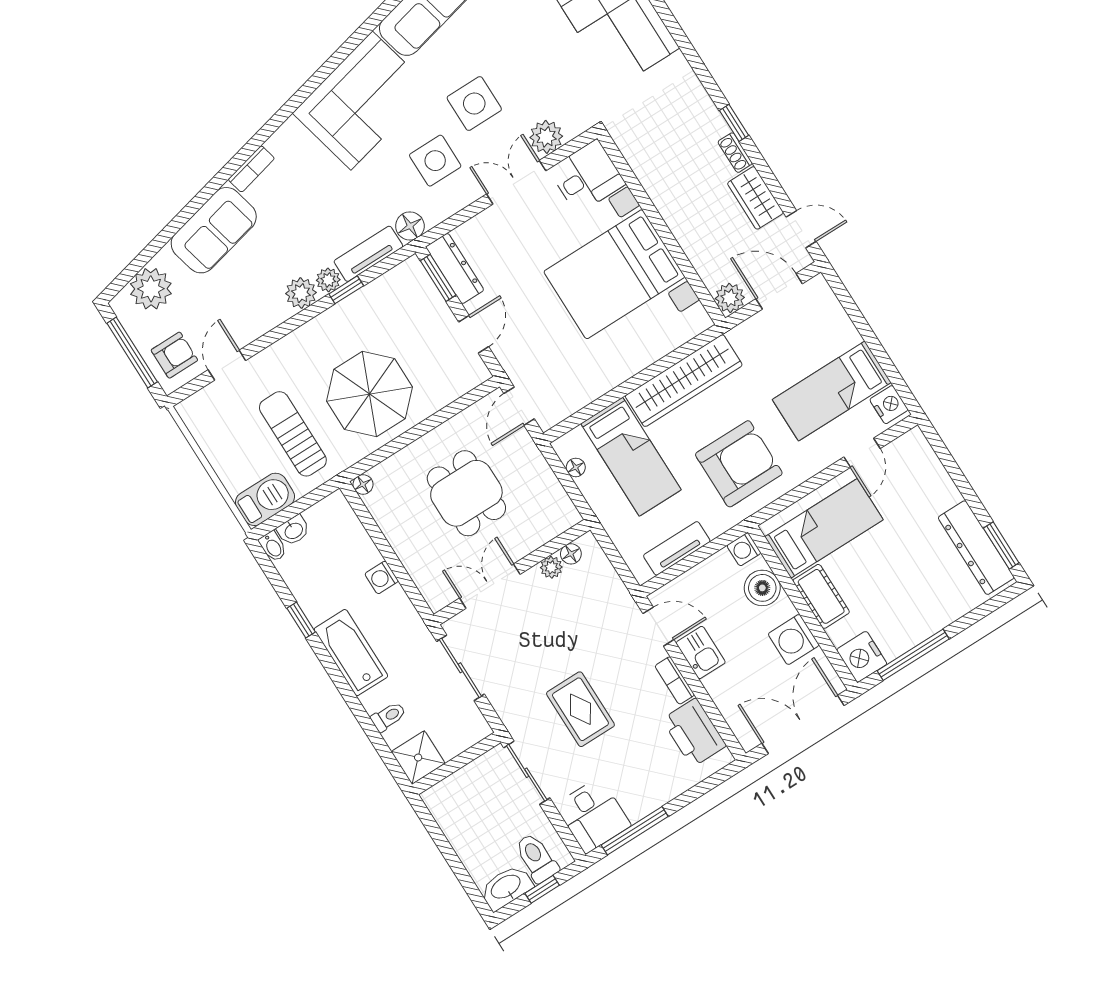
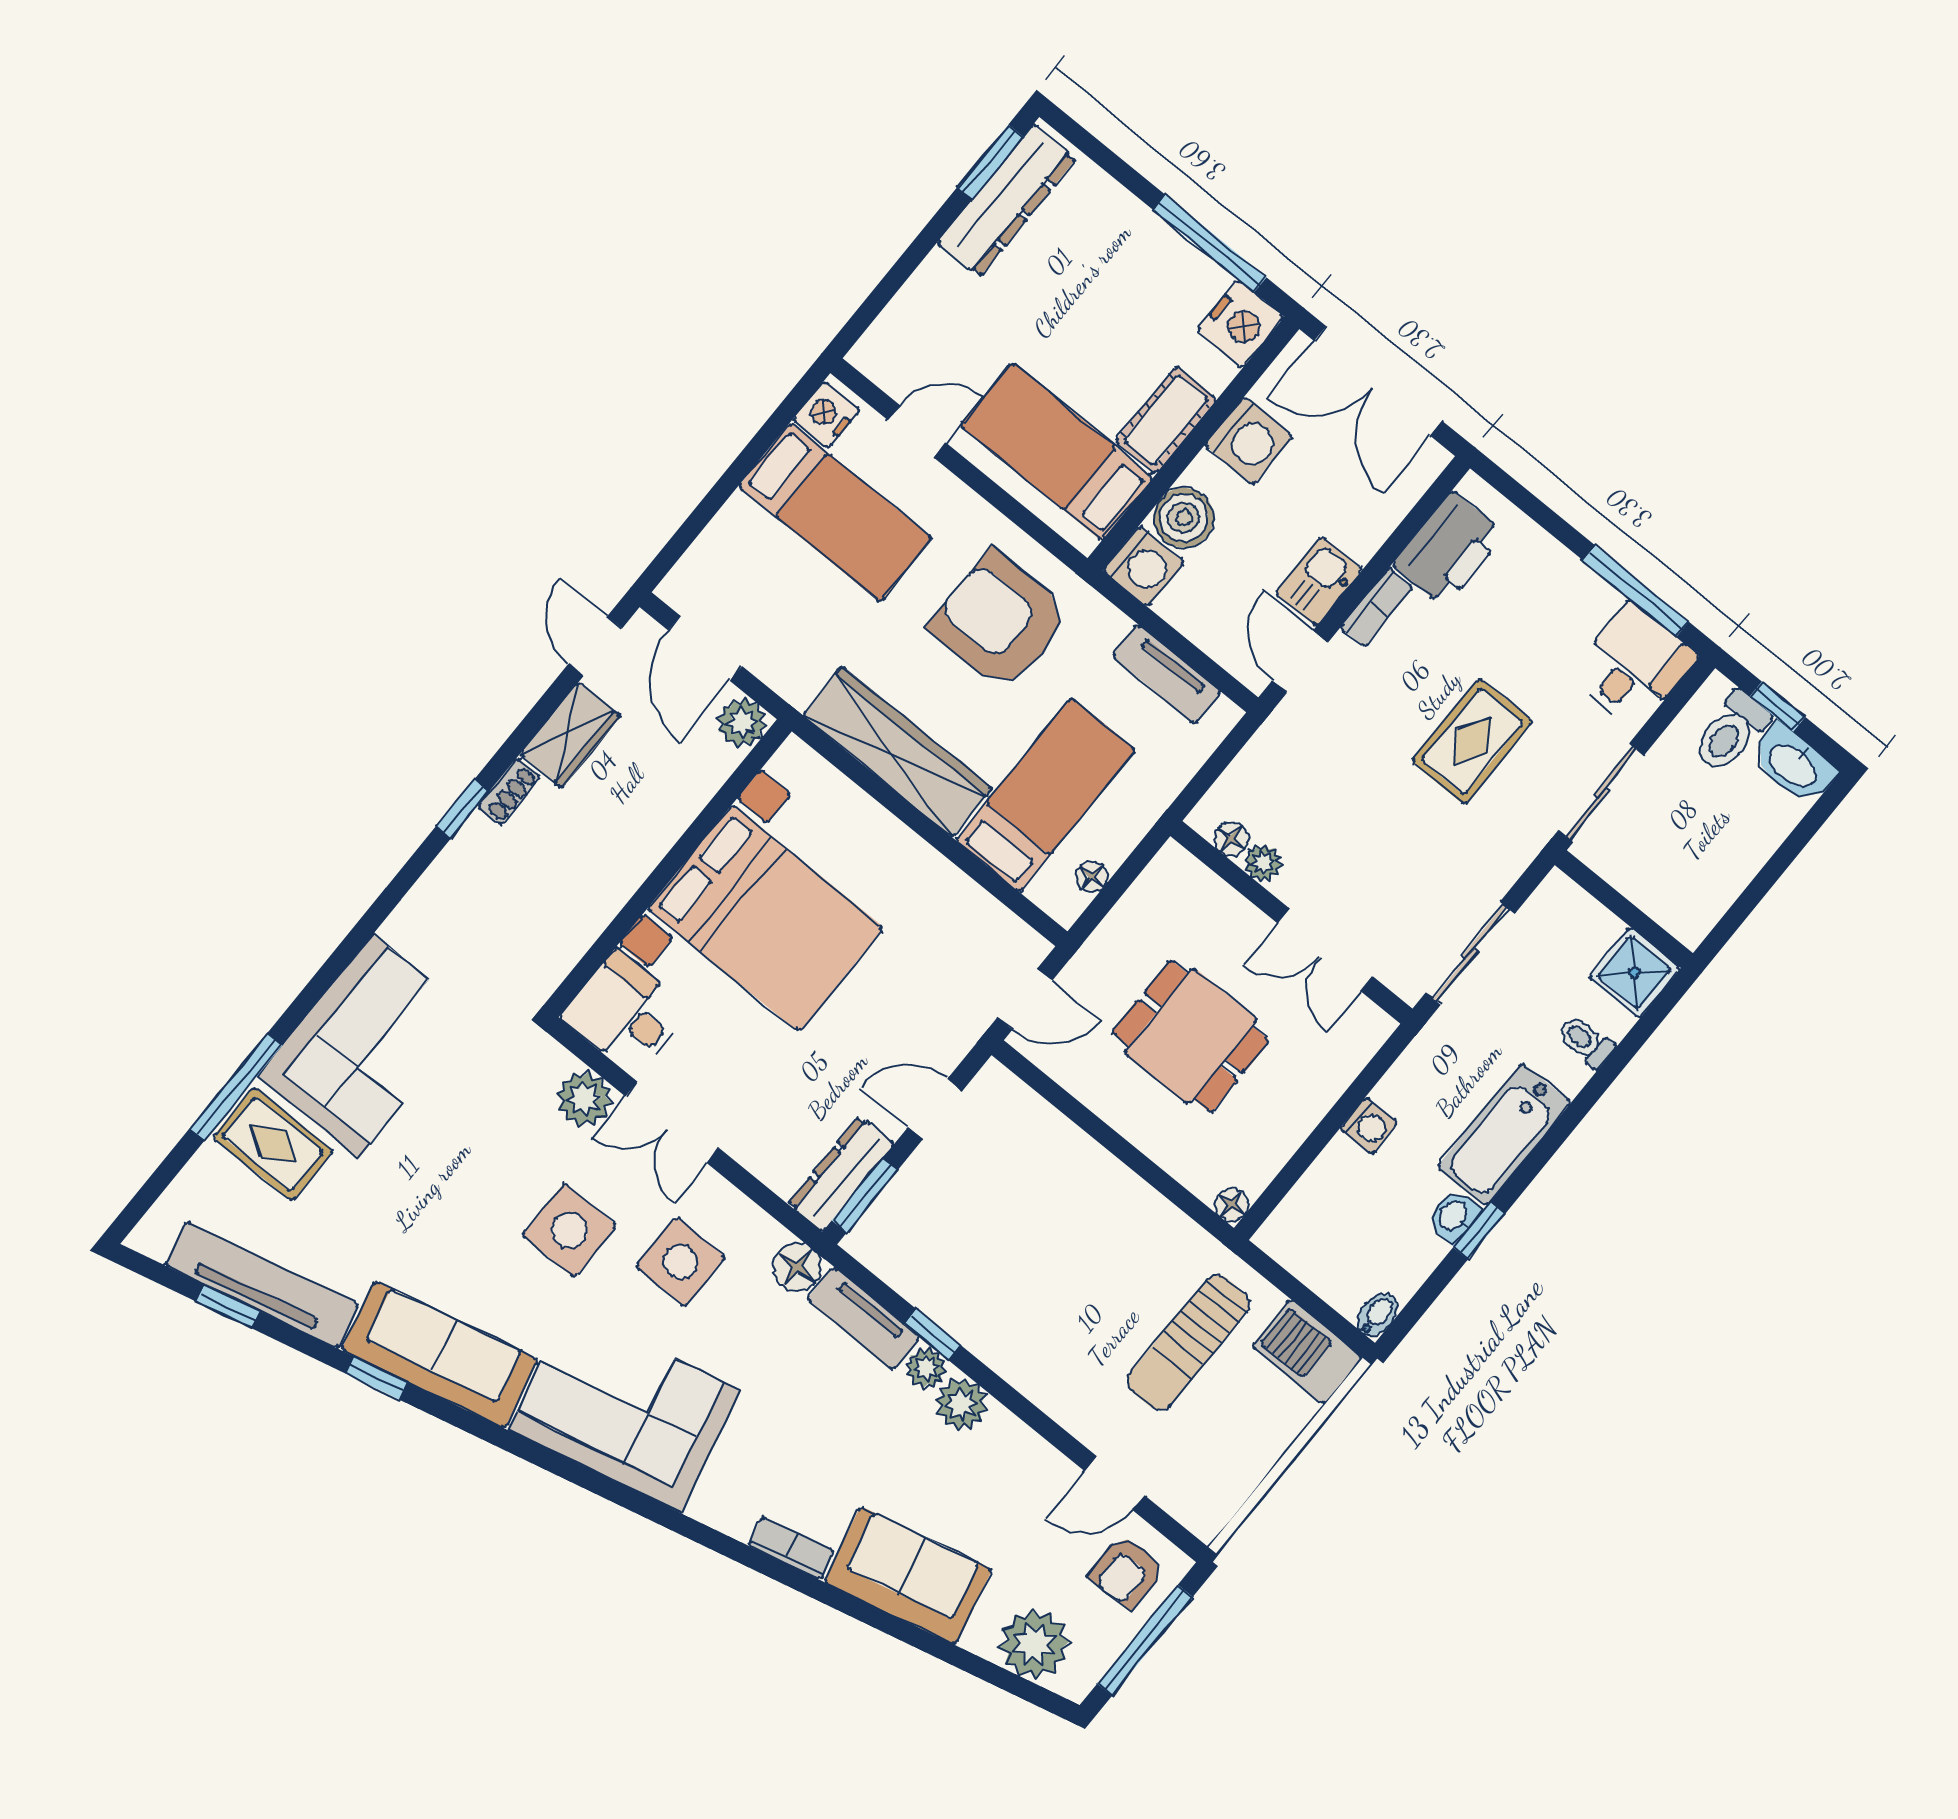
armchair: (174, 355) -> (1127, 1572), turned -90
parasol: (369, 394) -> (1085, 1242), removed
dining table: (466, 493) -> (1191, 1036), turned 90
washbasin: (293, 530) -> (1454, 1216), moved, turned -90
washing machine: (744, 549) -> (1144, 566), width x1.38, depth x1.38

